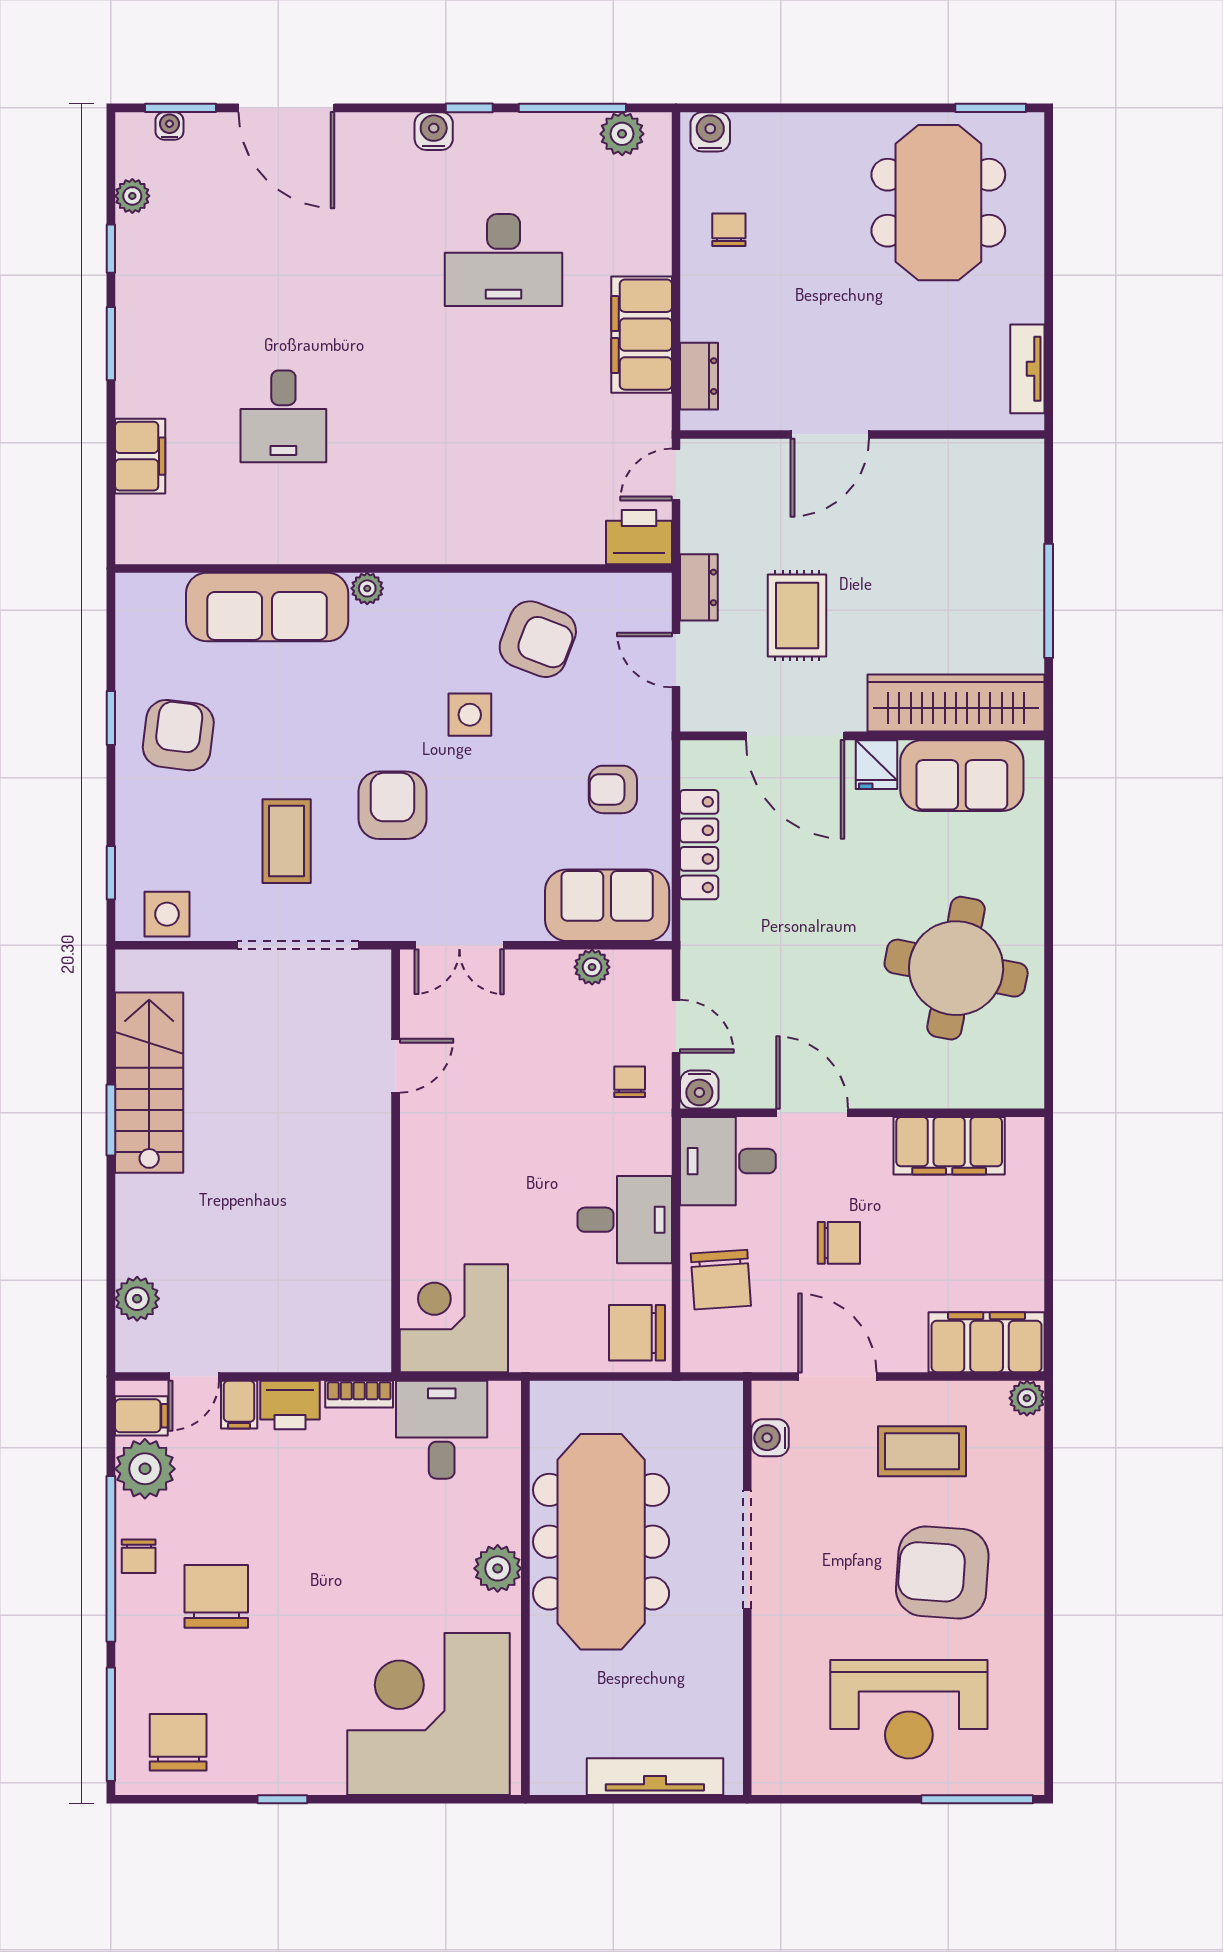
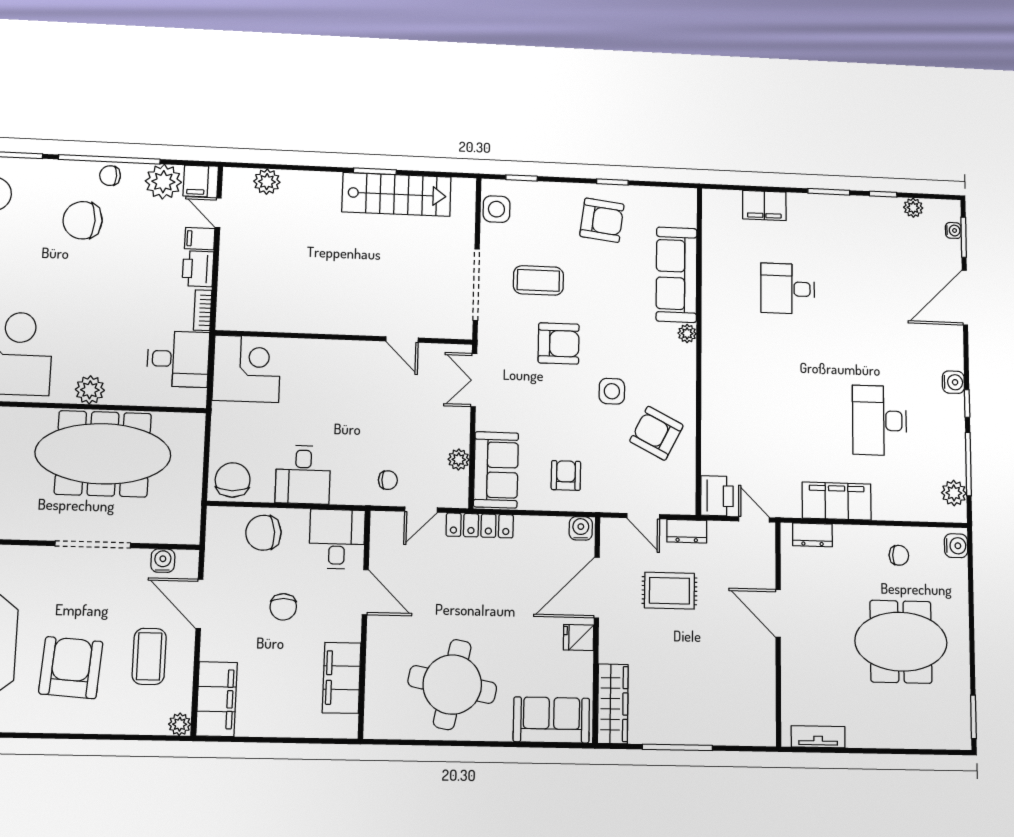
meeting table: (938, 203) -> (901, 642), moved
armchair: (538, 639) -> (656, 433), turned 96
door: (676, 660) -> (643, 516), swing flipped
wardrobe: (956, 703) -> (613, 704), width x0.71, depth x0.85
sofa: (962, 776) -> (551, 720), moved, turned 90
locker: (699, 845) -> (480, 525), moved
water cooler: (699, 1089) -> (581, 528), moved, turned 90
door: (812, 1113) -> (365, 592), hinge flipped
door: (837, 1376) -> (199, 604), swing flipped
chair: (216, 1596) -> (83, 220), turned 180

